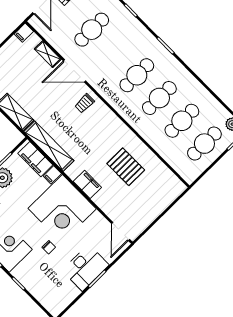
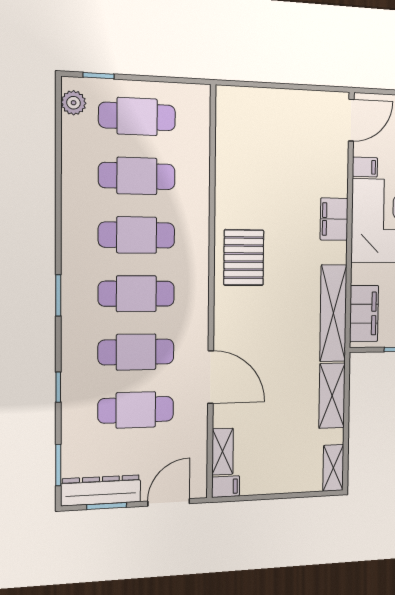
cafe table: (114, 52) -> (136, 352), added
shelving: (48, 54) -> (223, 452), moved
trolley: (85, 103) -> (239, 323), removed
pallet: (126, 167) -> (244, 258), moved
filing cabinet: (52, 175) -> (365, 167), moved

